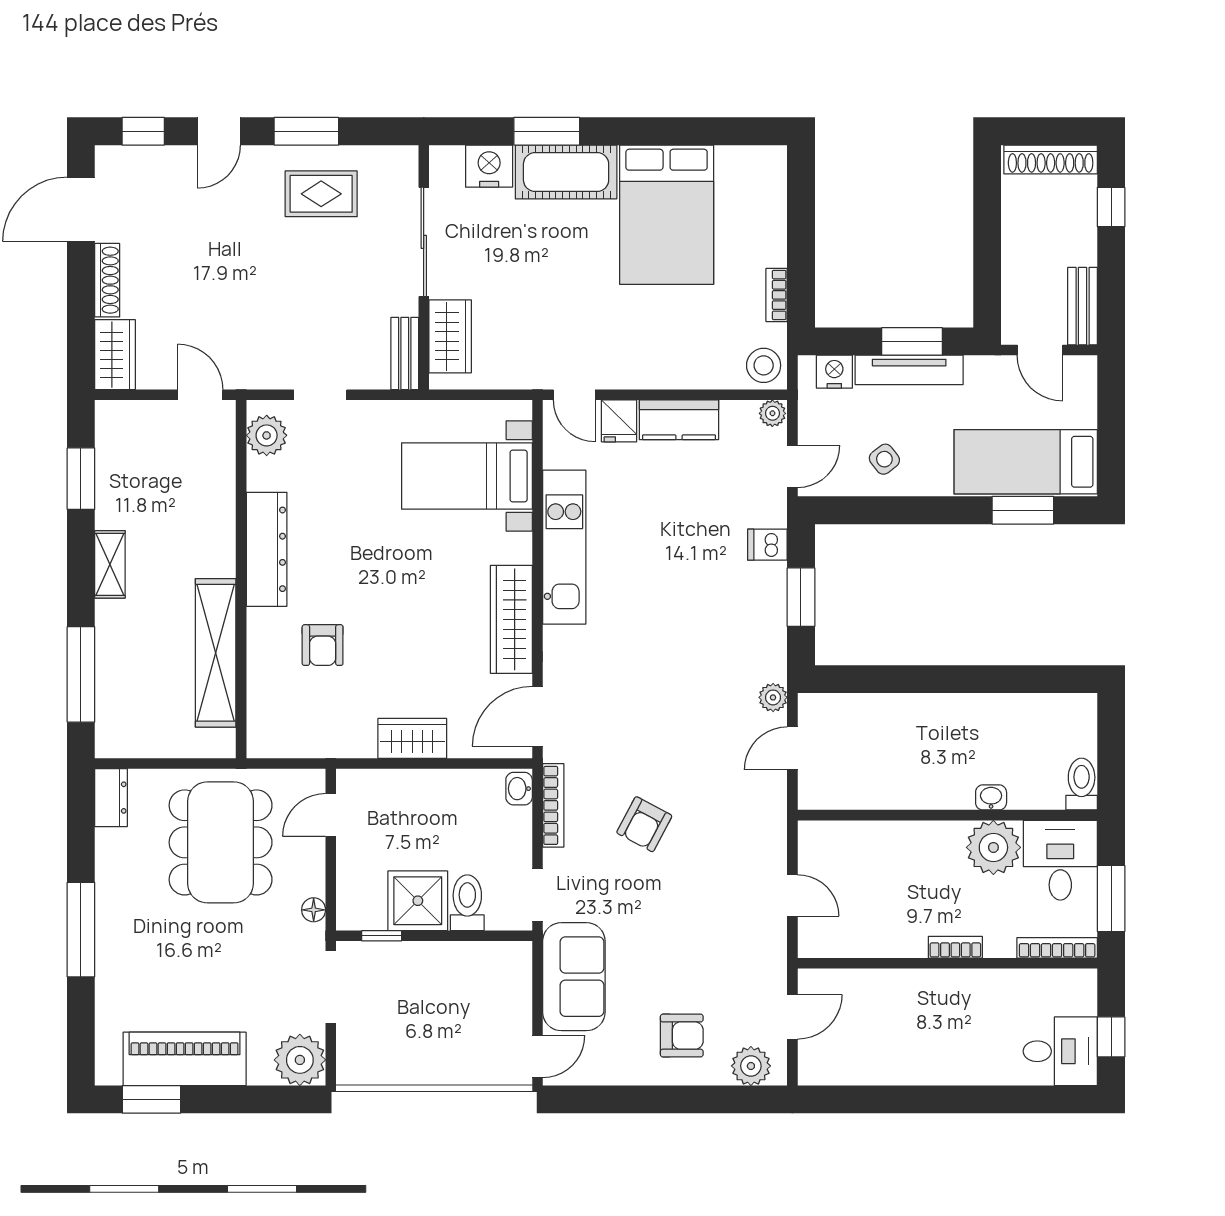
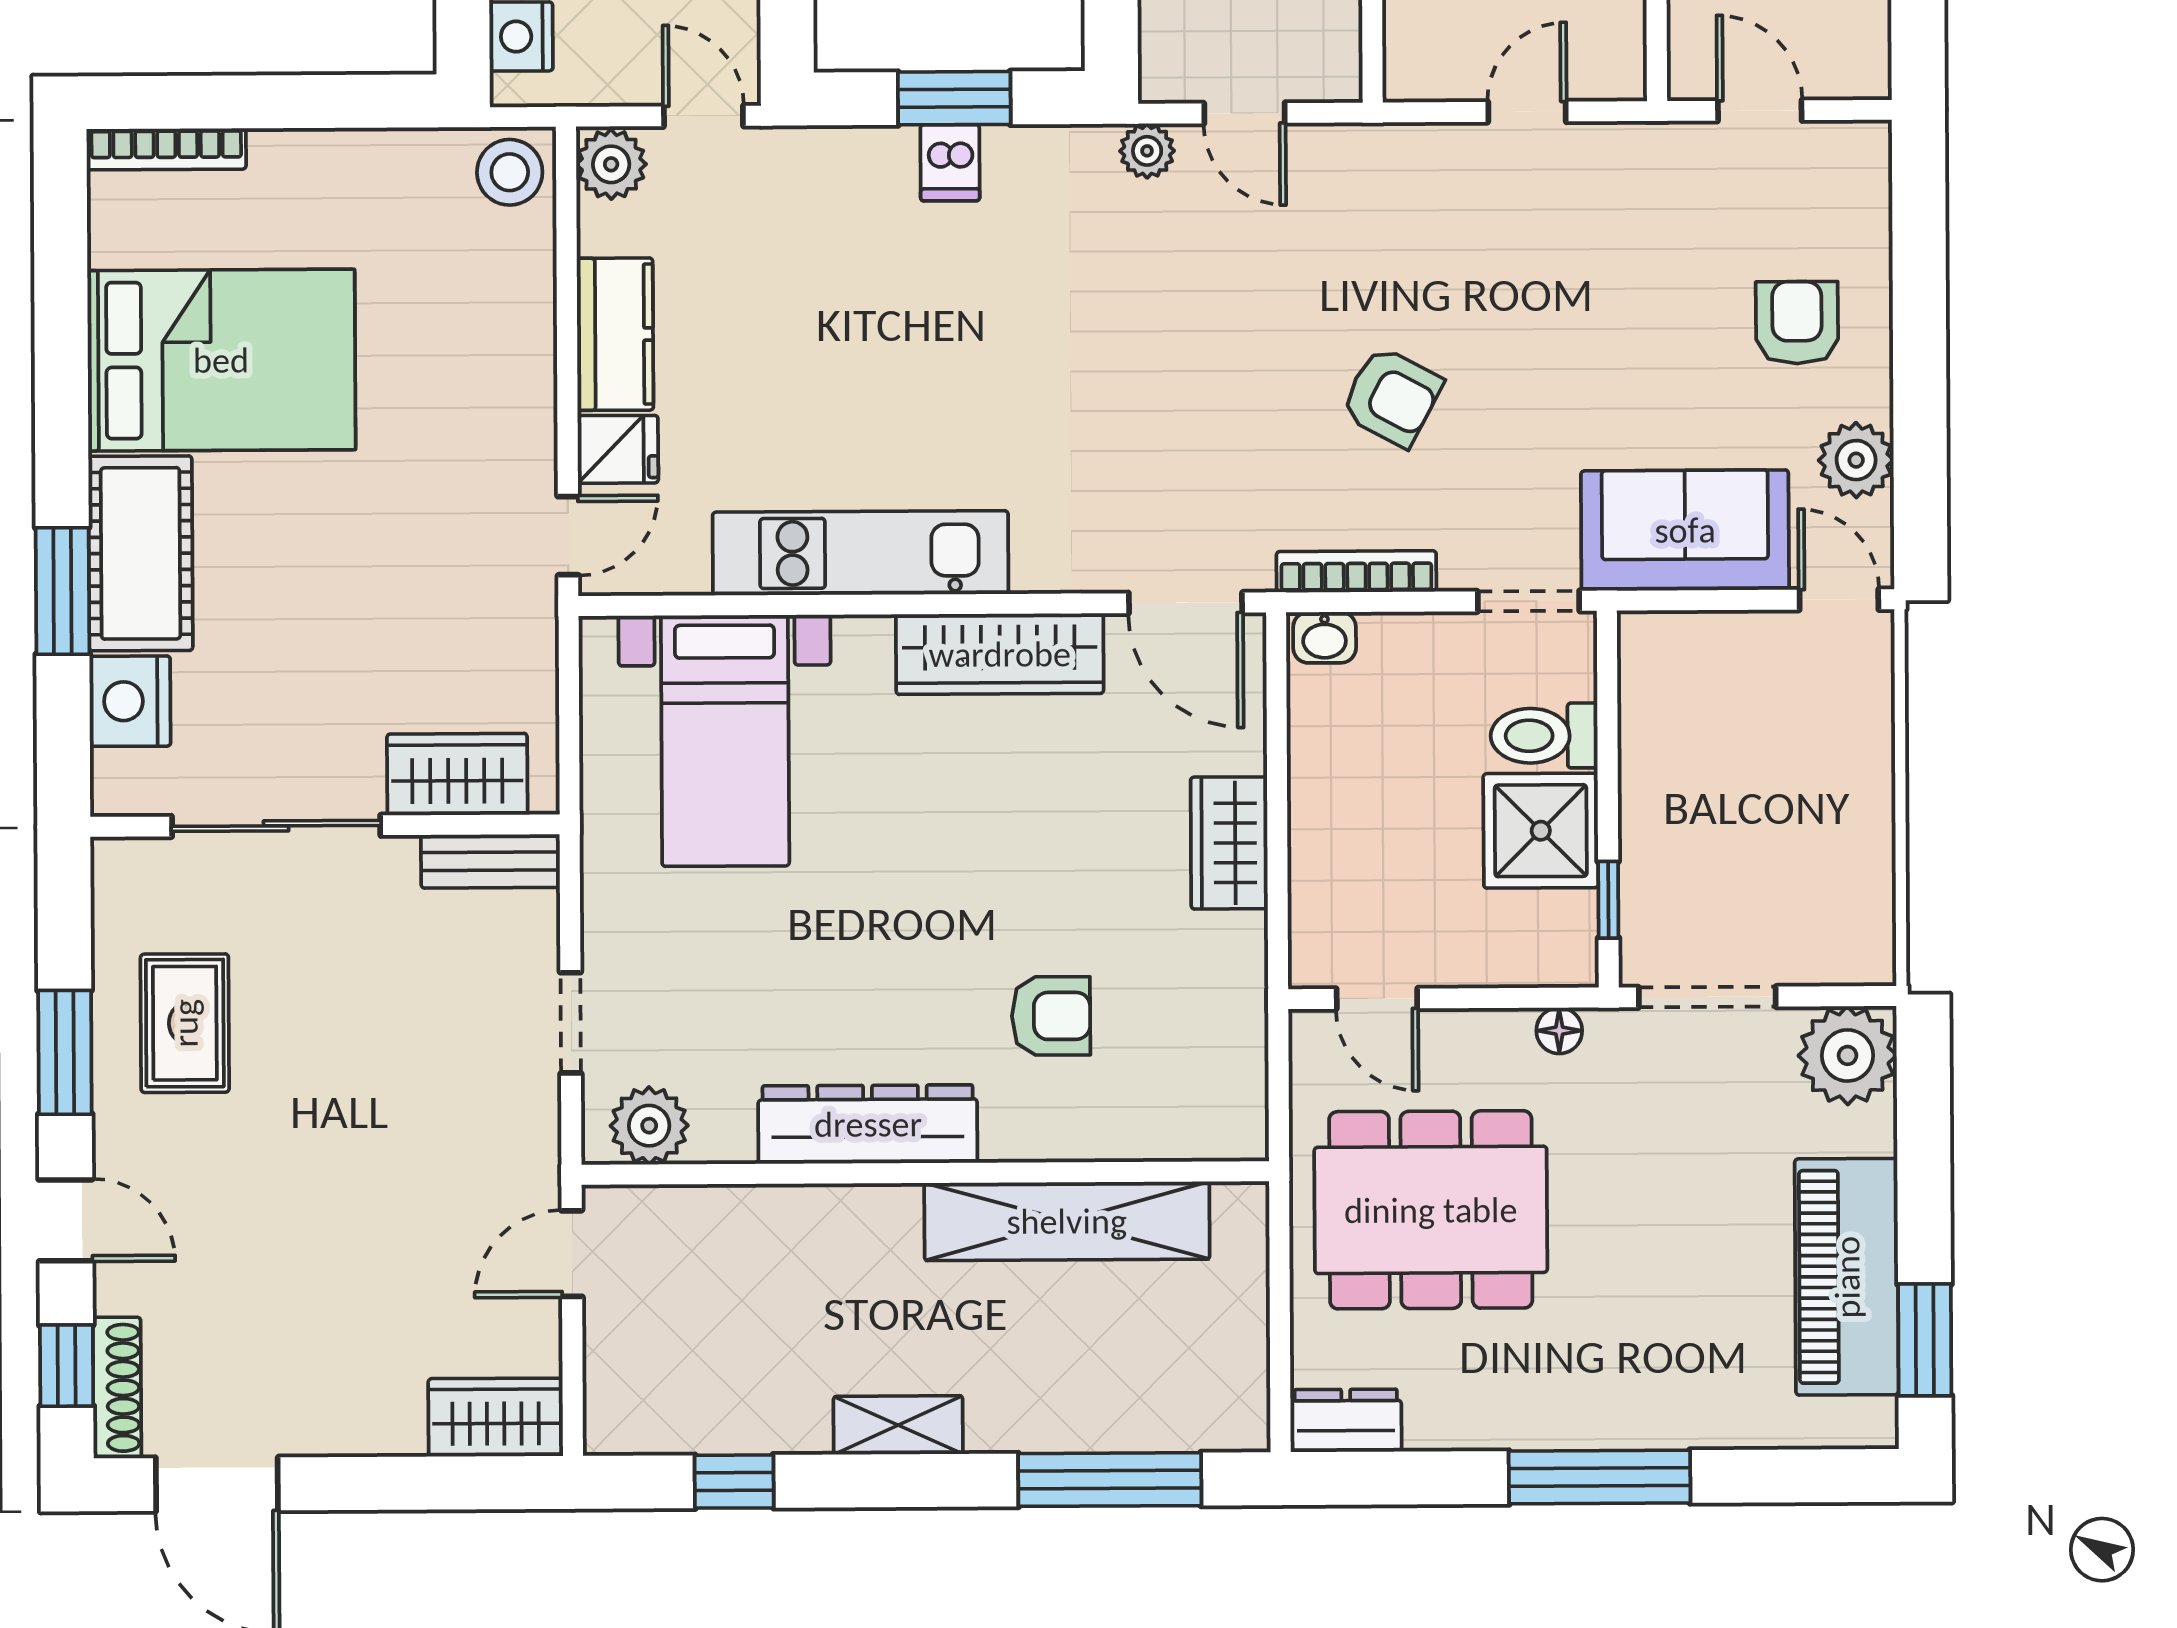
shoe rack: (107, 280) -> (117, 1388), moved, turned 90
bookcase: (777, 295) -> (166, 149), moved, width x1.56
plant: (772, 413) -> (611, 164), width x1.38, depth x1.38
window: (81, 479) -> (734, 1482), width x0.67
dishwasher: (767, 545) -> (950, 163), moved
plant: (751, 1066) -> (1856, 460), moved

